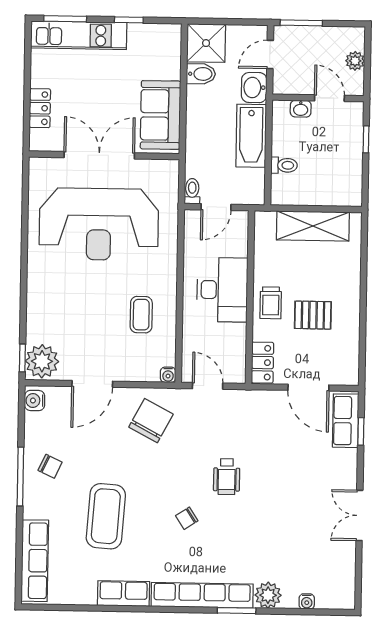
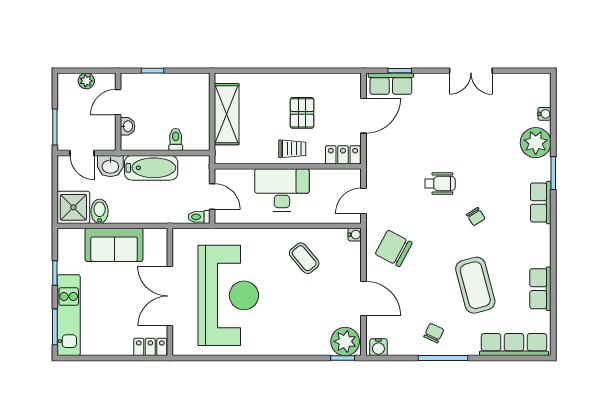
locker: (40, 108) -> (150, 347), moved
sofa: (161, 115) -> (114, 245), moved
coffee table: (141, 315) -> (304, 258), turned 50
coffee table: (106, 516) -> (475, 285), turned 71
row of seats: (124, 594) -> (540, 289), moved
row of seats: (202, 595) -> (541, 202), width x0.50
plant: (268, 595) -> (536, 143), width x1.36, depth x1.36

